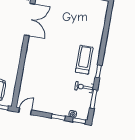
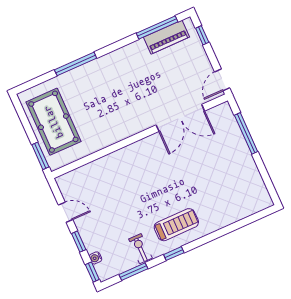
door: (25, 111) -> (66, 212), moved

